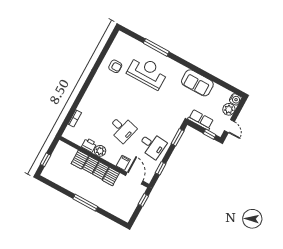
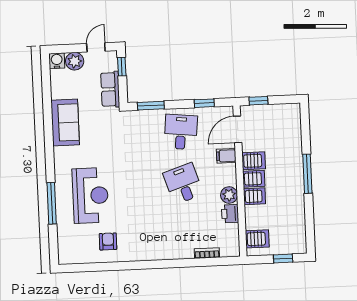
reception desk: (147, 72) -> (90, 195), turned 180
desk: (122, 129) -> (183, 184), turned -33
server rack: (80, 160) -> (257, 239), moved

